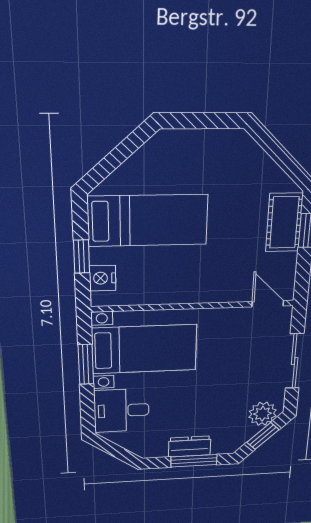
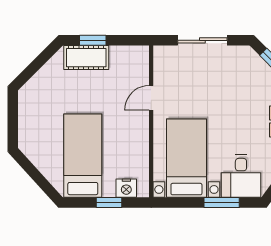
door: (268, 304) -> (151, 98), moved
window: (86, 364) -> (222, 202), moved
plant: (263, 414) -> (250, 63), removed

